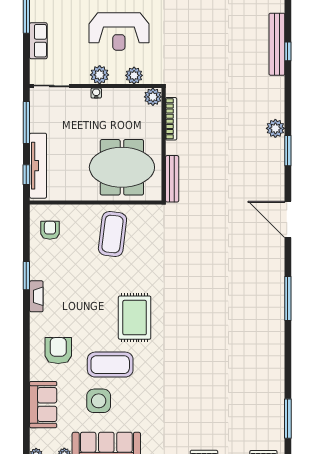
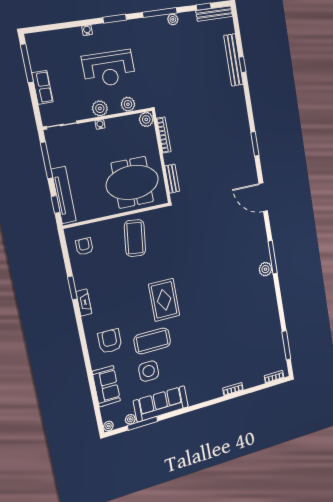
plant: (275, 128) -> (265, 269), moved
bench: (172, 179) -> (172, 179), width x0.73

